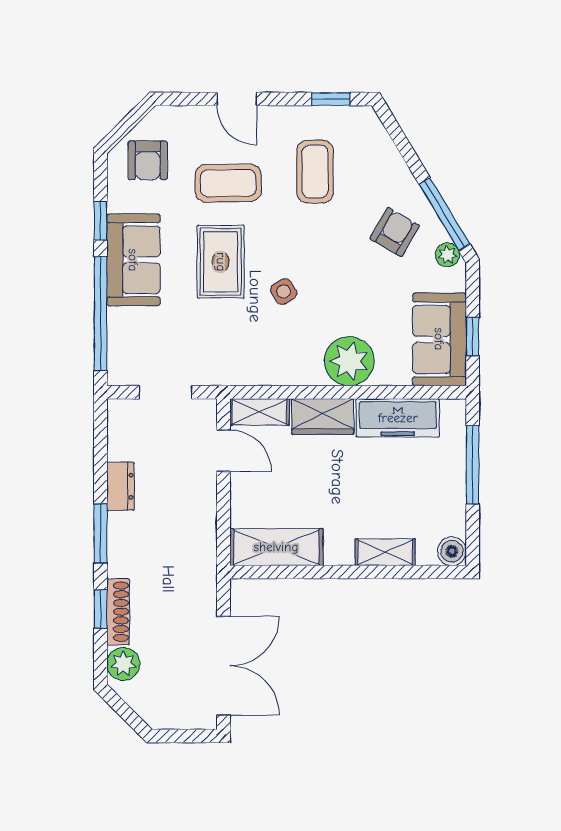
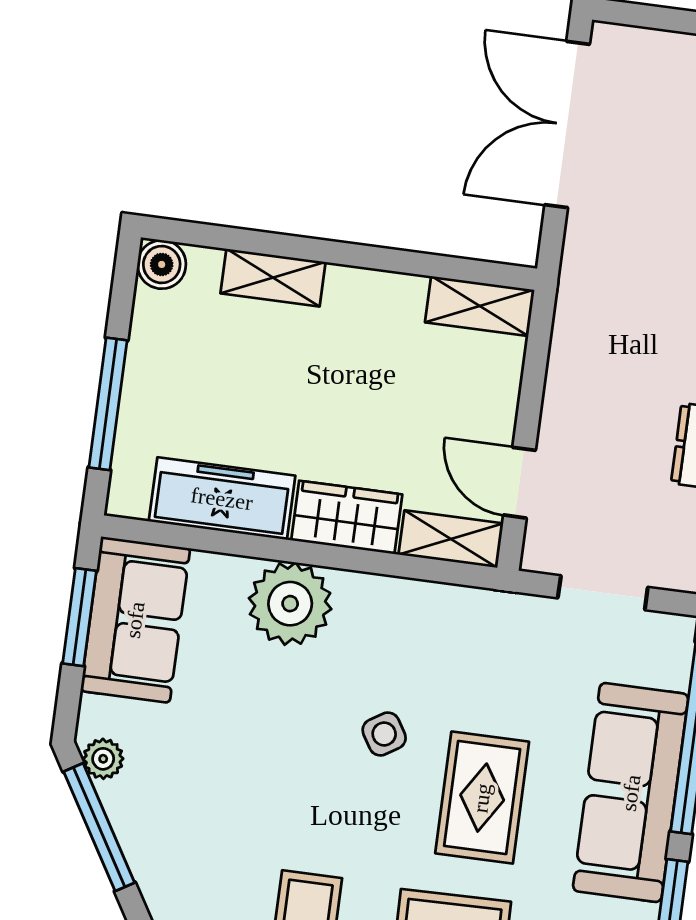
armchair: (395, 232) -> (186, 808), removed
sofa: (133, 260) -> (631, 793), width x1.36
window: (473, 337) -> (79, 617), width x1.50
shelving: (276, 547) -> (480, 306), width x0.67, depth x0.75

